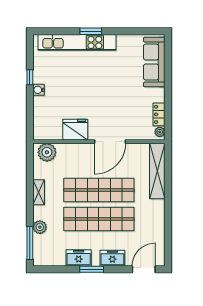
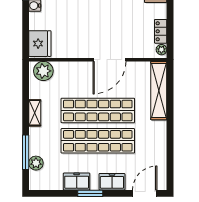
fridge: (75, 130) -> (40, 44), moved, turned 90
plant: (40, 227) -> (36, 163), moved
window: (30, 243) -> (26, 152), moved

